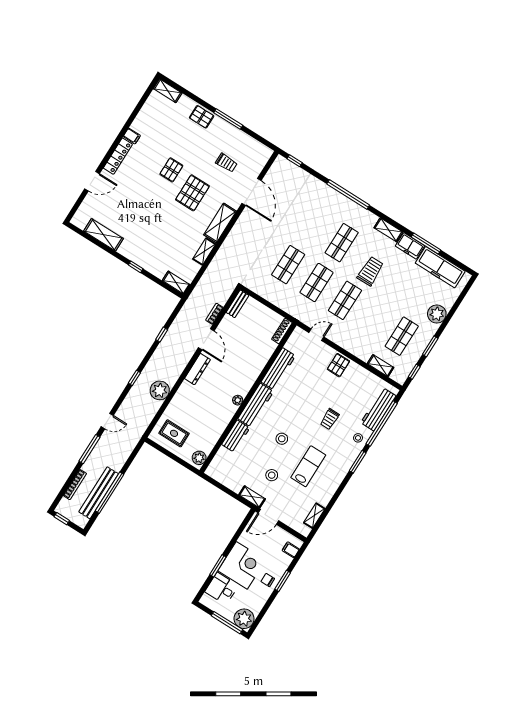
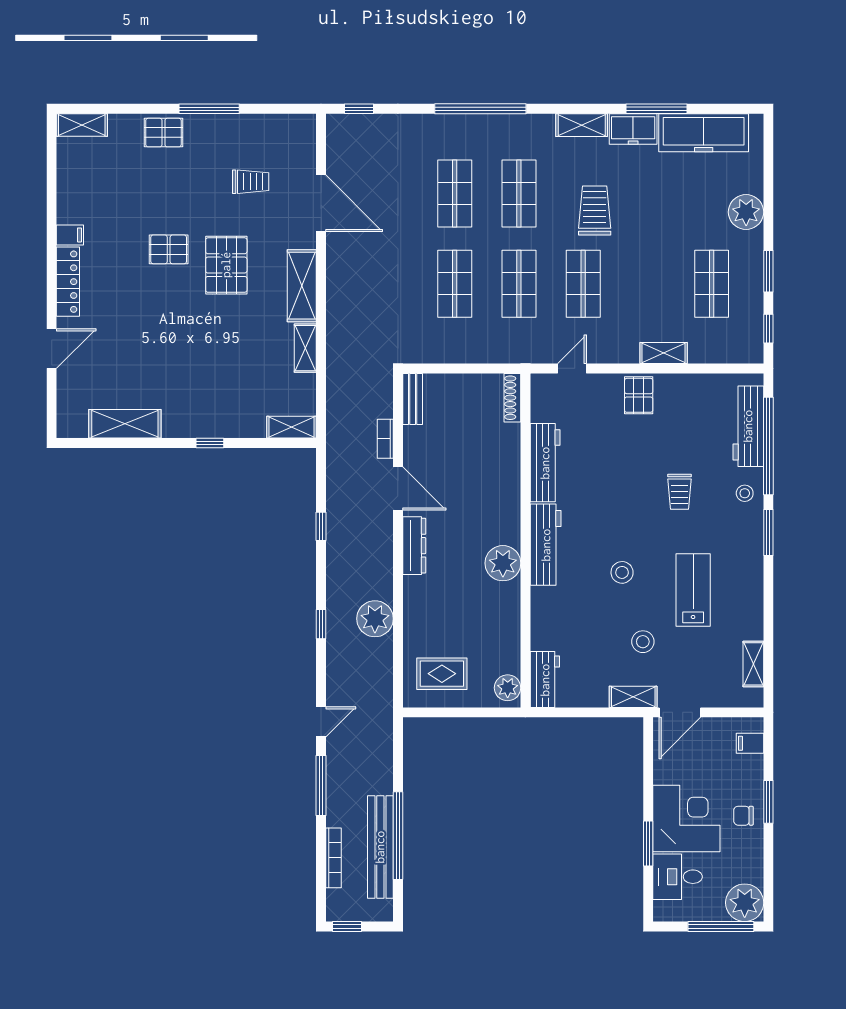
pallet: (171, 170) -> (169, 249), turned 90
shop shelf: (313, 225) -> (455, 193), added
shelving: (381, 366) -> (664, 353), moved
plant: (238, 400) -> (503, 563), width x1.88, depth x1.88
workbench: (236, 436) -> (545, 680), moved

